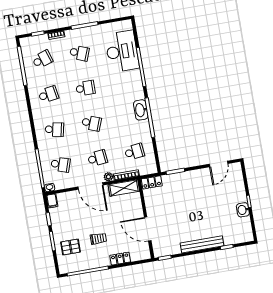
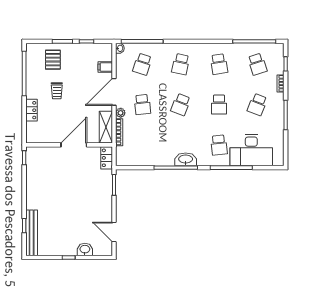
school desk: (134, 152) -> (219, 145), moved
filing cabinet: (52, 201) -> (105, 67), moved
washbasin: (243, 210) -> (85, 249), moved
door: (148, 229) -> (74, 145), moved
bench: (202, 244) -> (32, 233), moved

